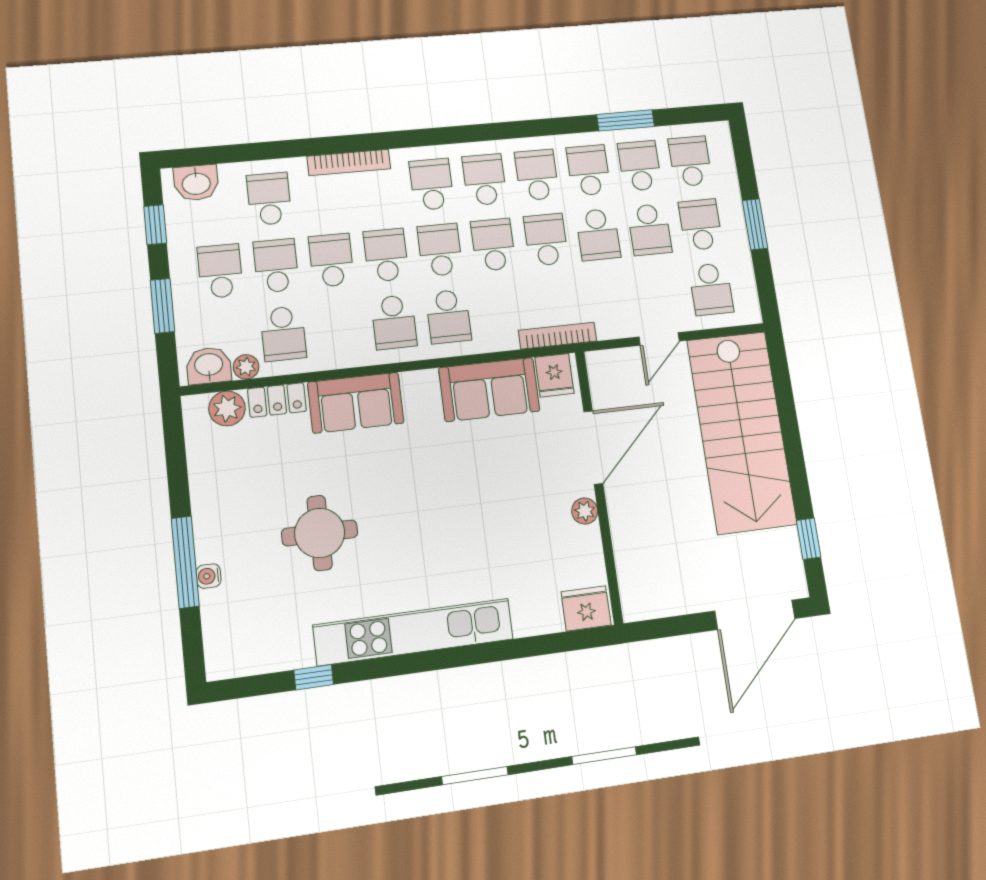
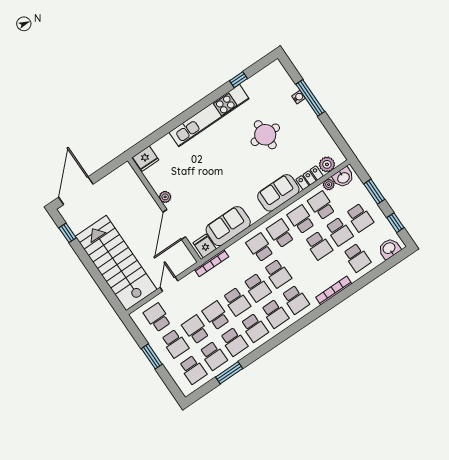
school desk: (386, 255) -> (301, 219), moved, turned 180

